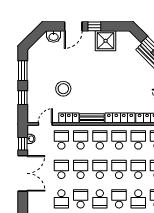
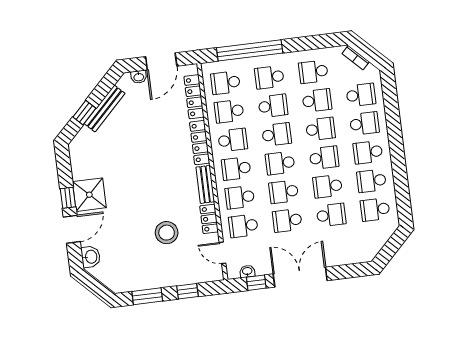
door: (73, 26) -> (72, 229), hinge flipped
shower: (106, 41) -> (89, 195), moved
school desk: (119, 140) -> (233, 140), turned 180
school desk: (119, 169) -> (277, 134), turned 180
school desk: (138, 169) -> (273, 106), turned 180
school desk: (119, 199) -> (320, 129), turned 180

